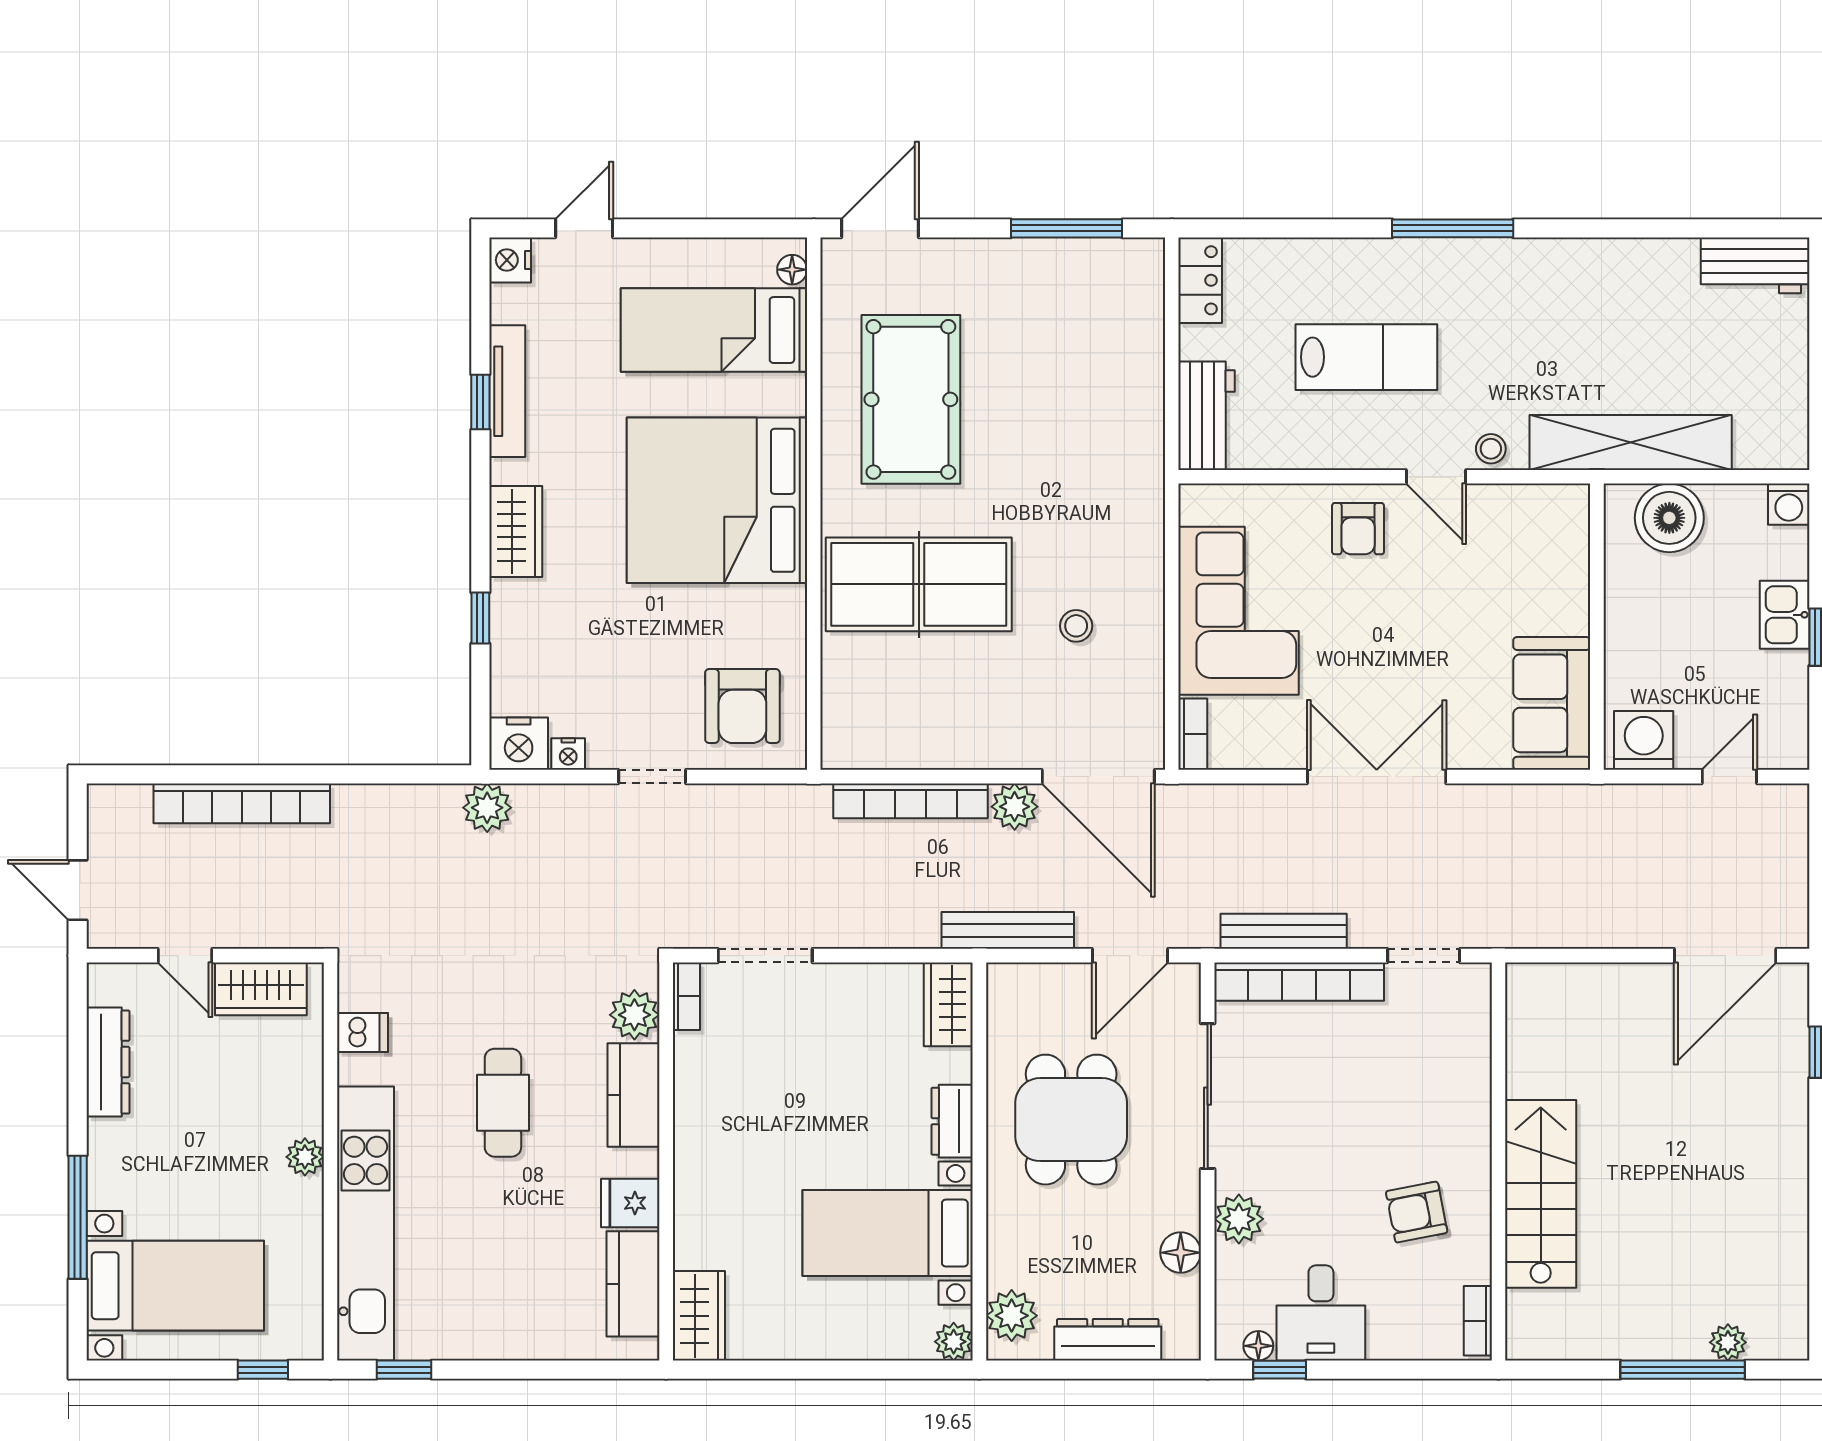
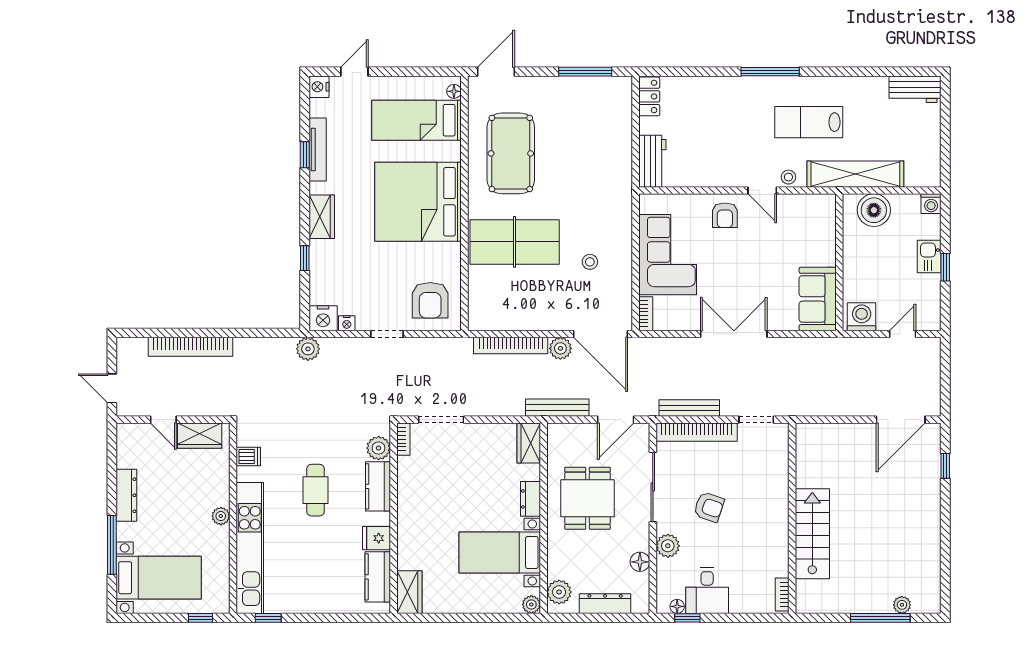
lab bench: (1366, 357) -> (809, 122), moved, turned 180
dresser: (108, 1062) -> (126, 495), moved
armchair: (1417, 1212) -> (709, 507), moved, turned -150

